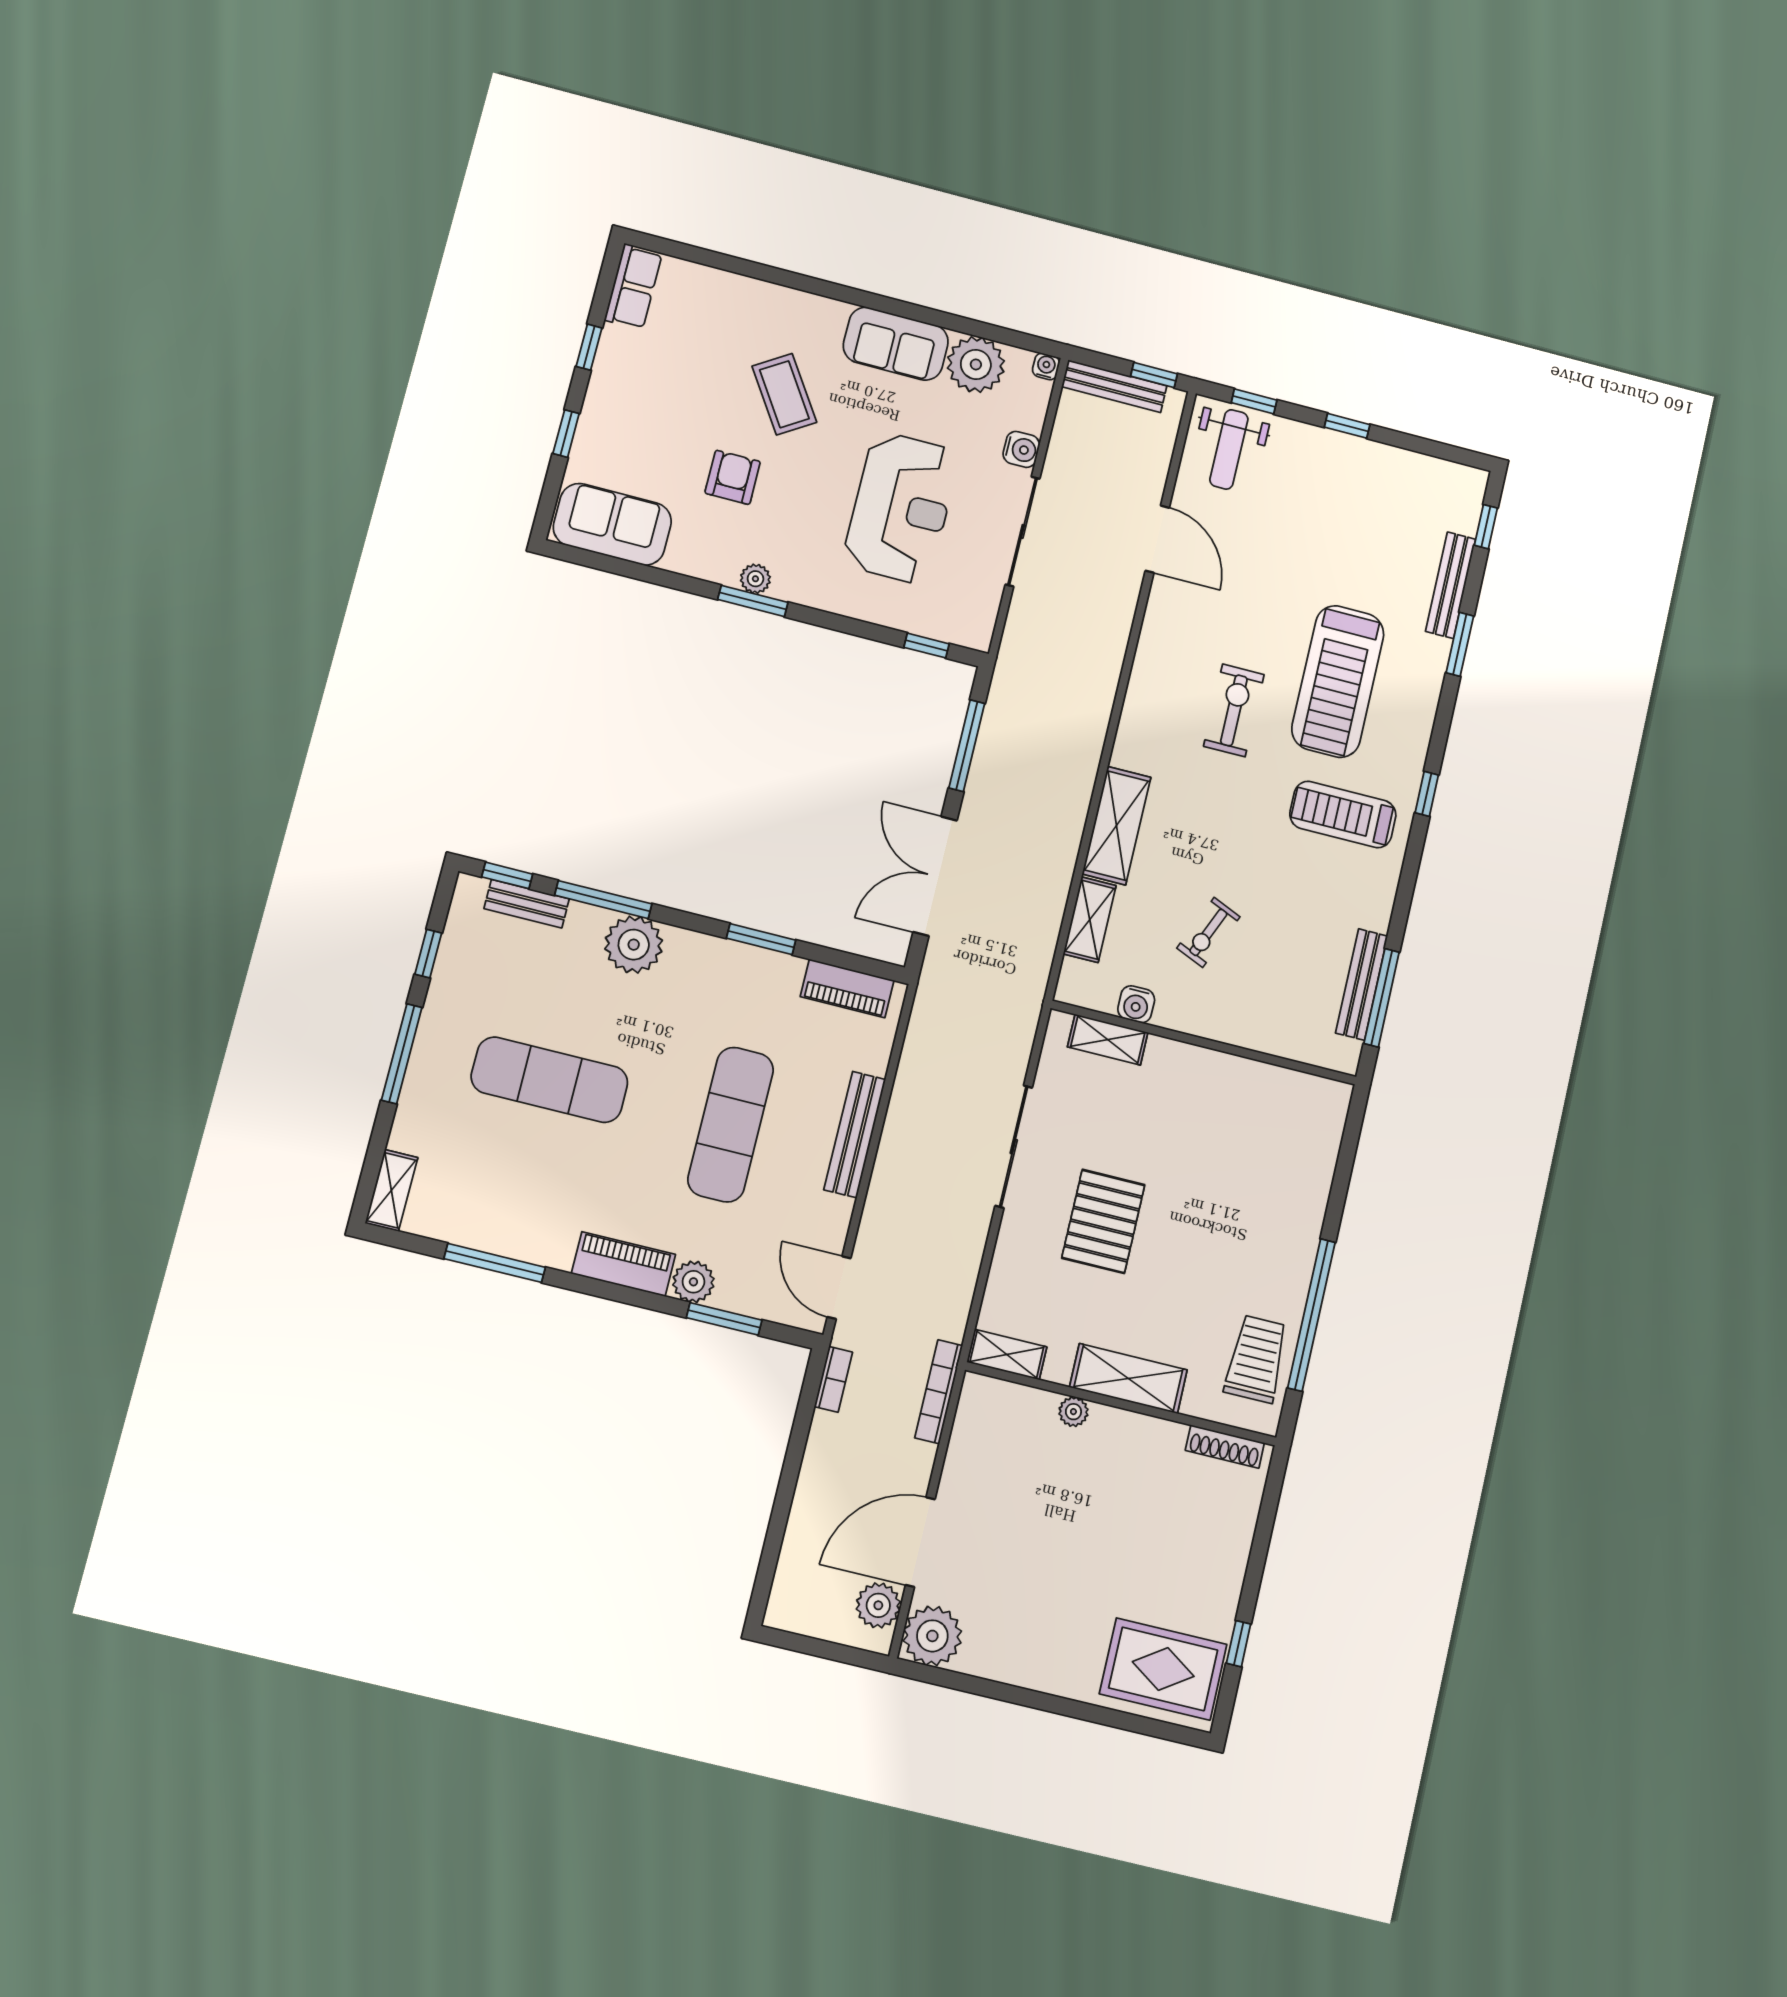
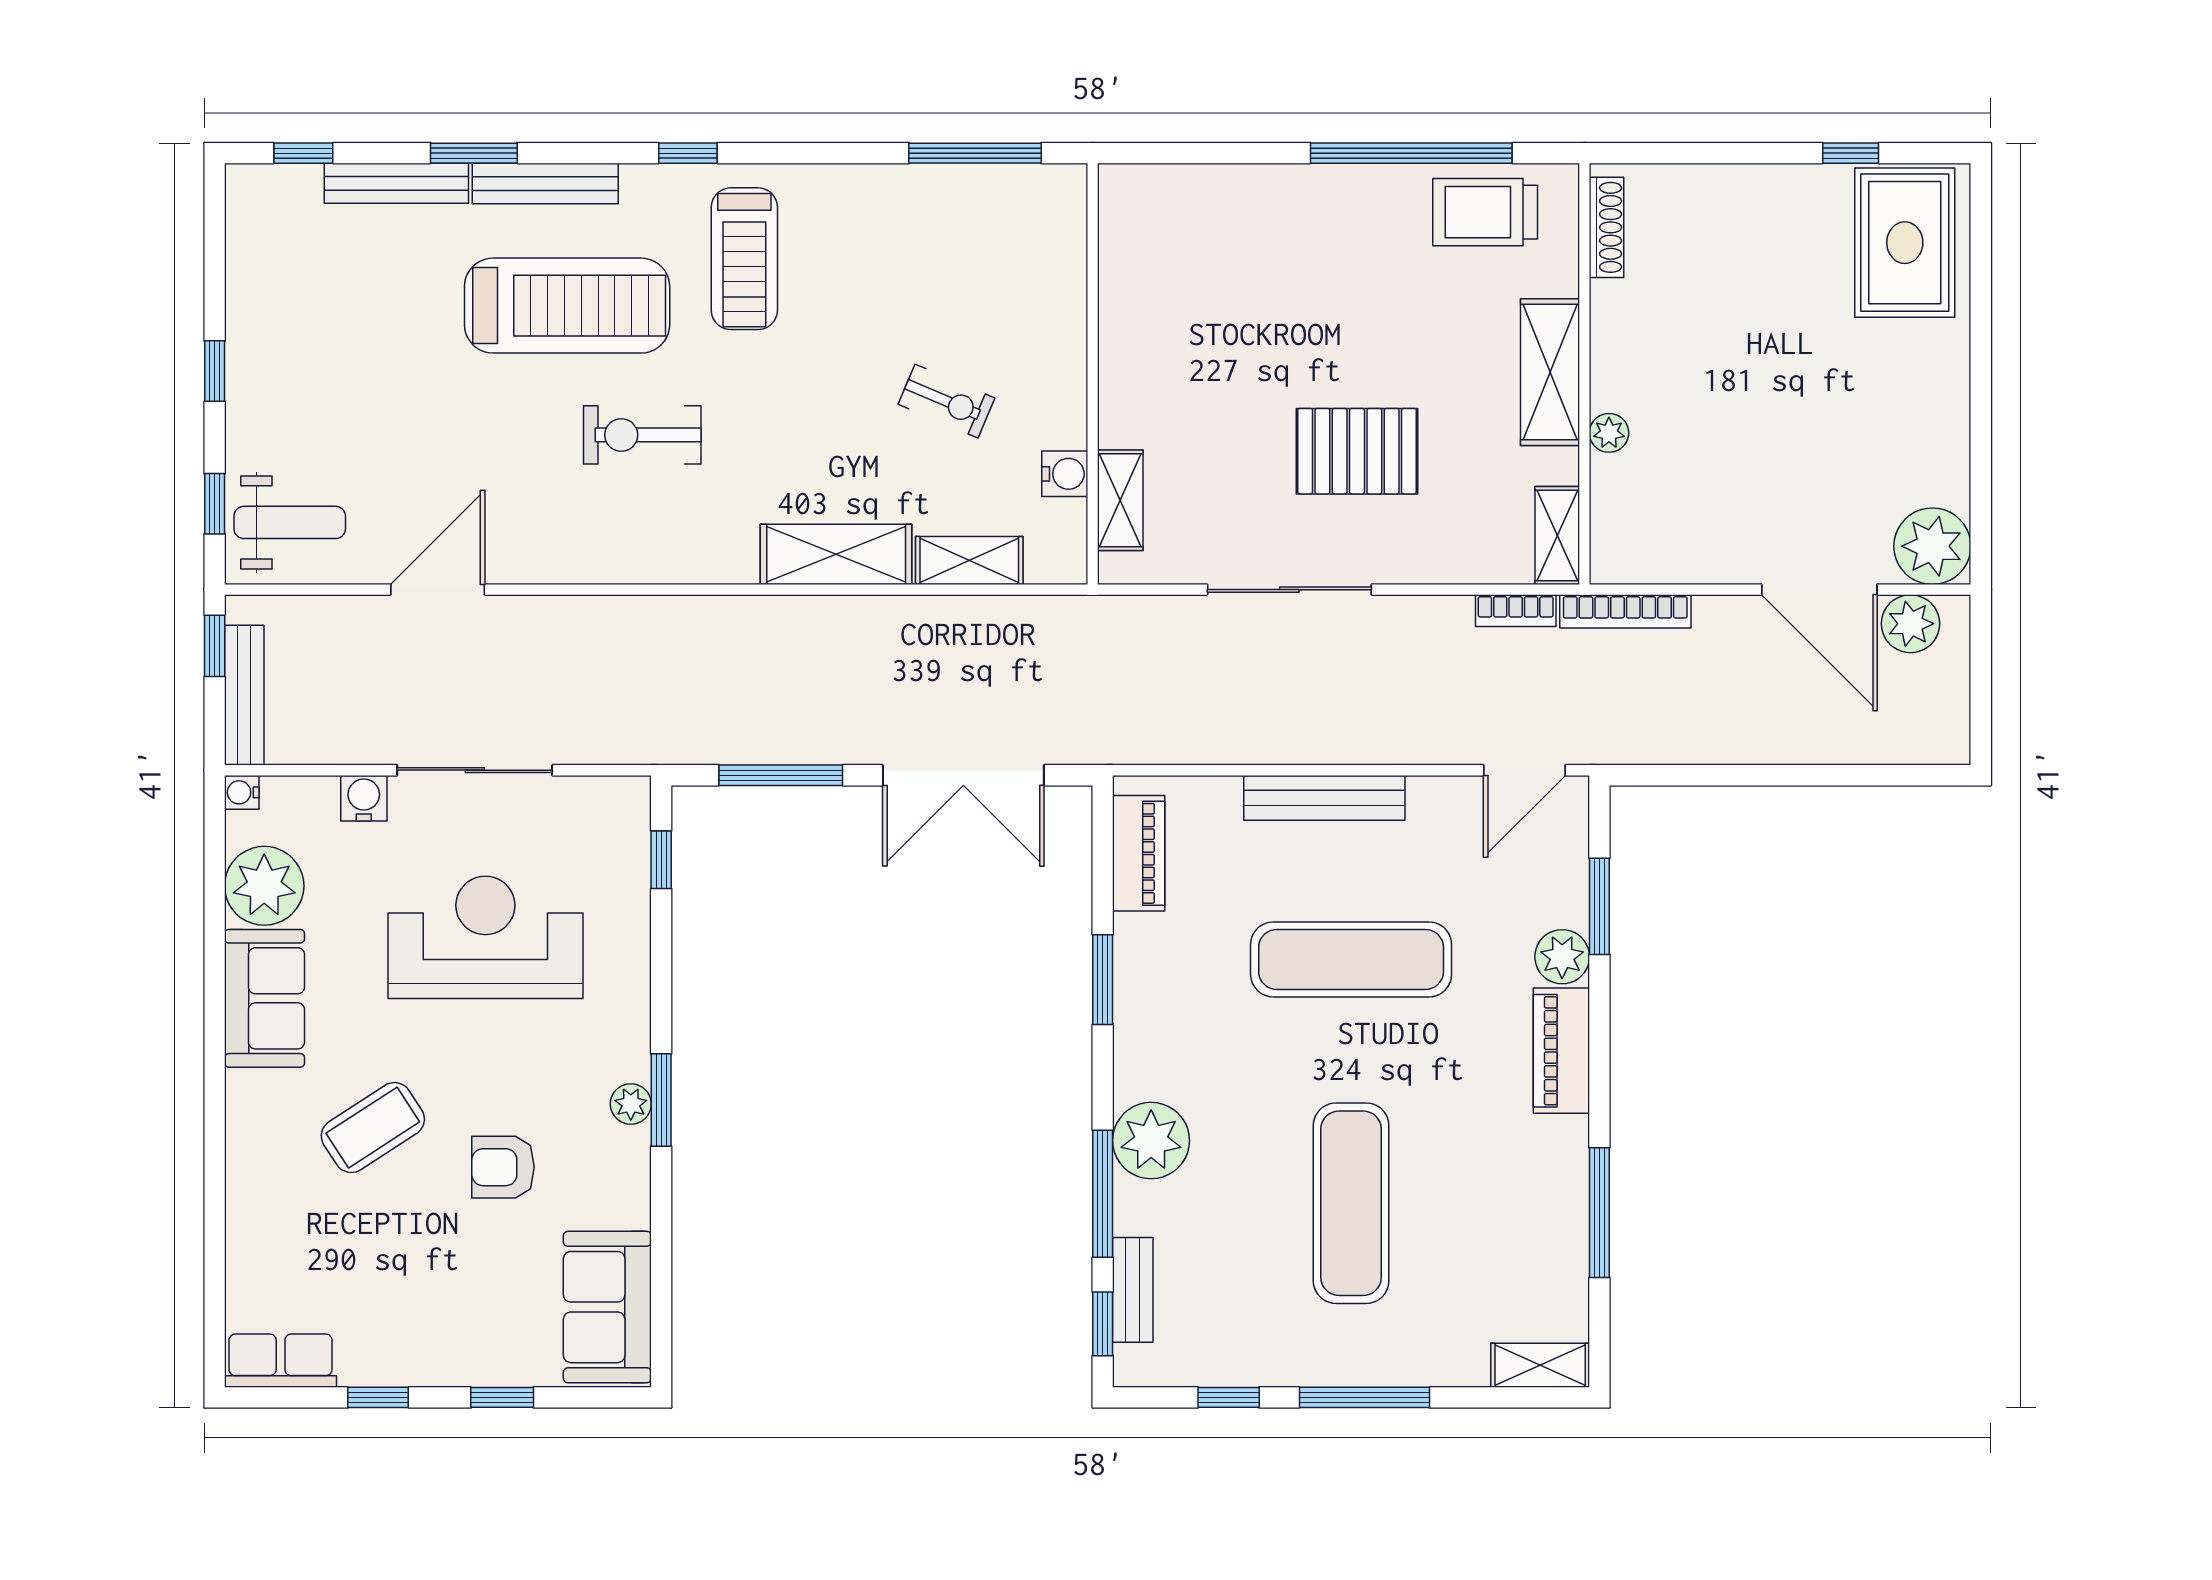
bench: (1362, 984) -> (545, 184), moved
bookcase: (833, 1379) -> (1516, 611), moved, turned 180

